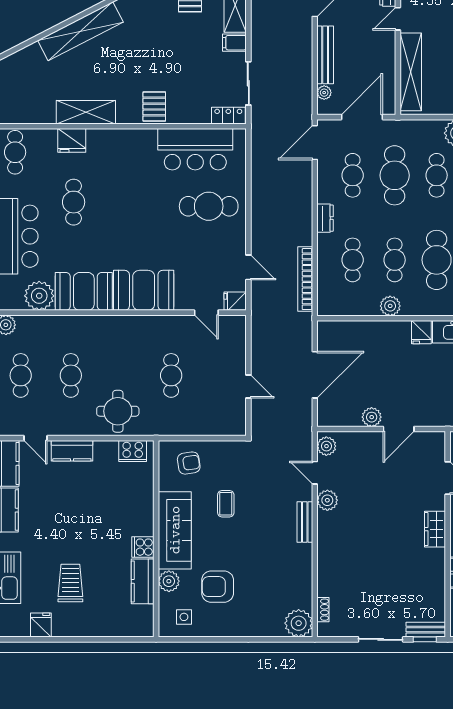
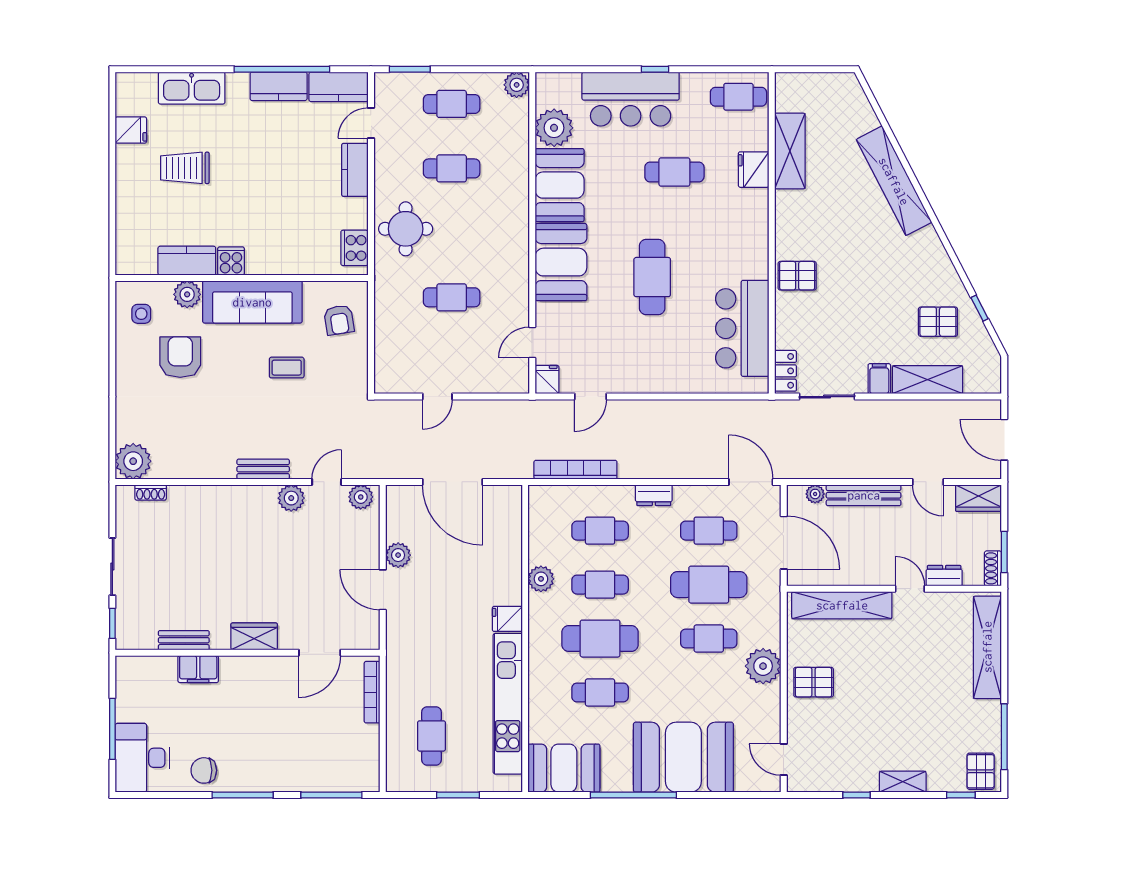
shelving: (86, 112) -> (790, 151), moved
cafe table: (209, 206) -> (652, 277), moved
trolley: (70, 583) -> (185, 168), turned 180
bench: (426, 630) -> (184, 640), moved, turned 90

